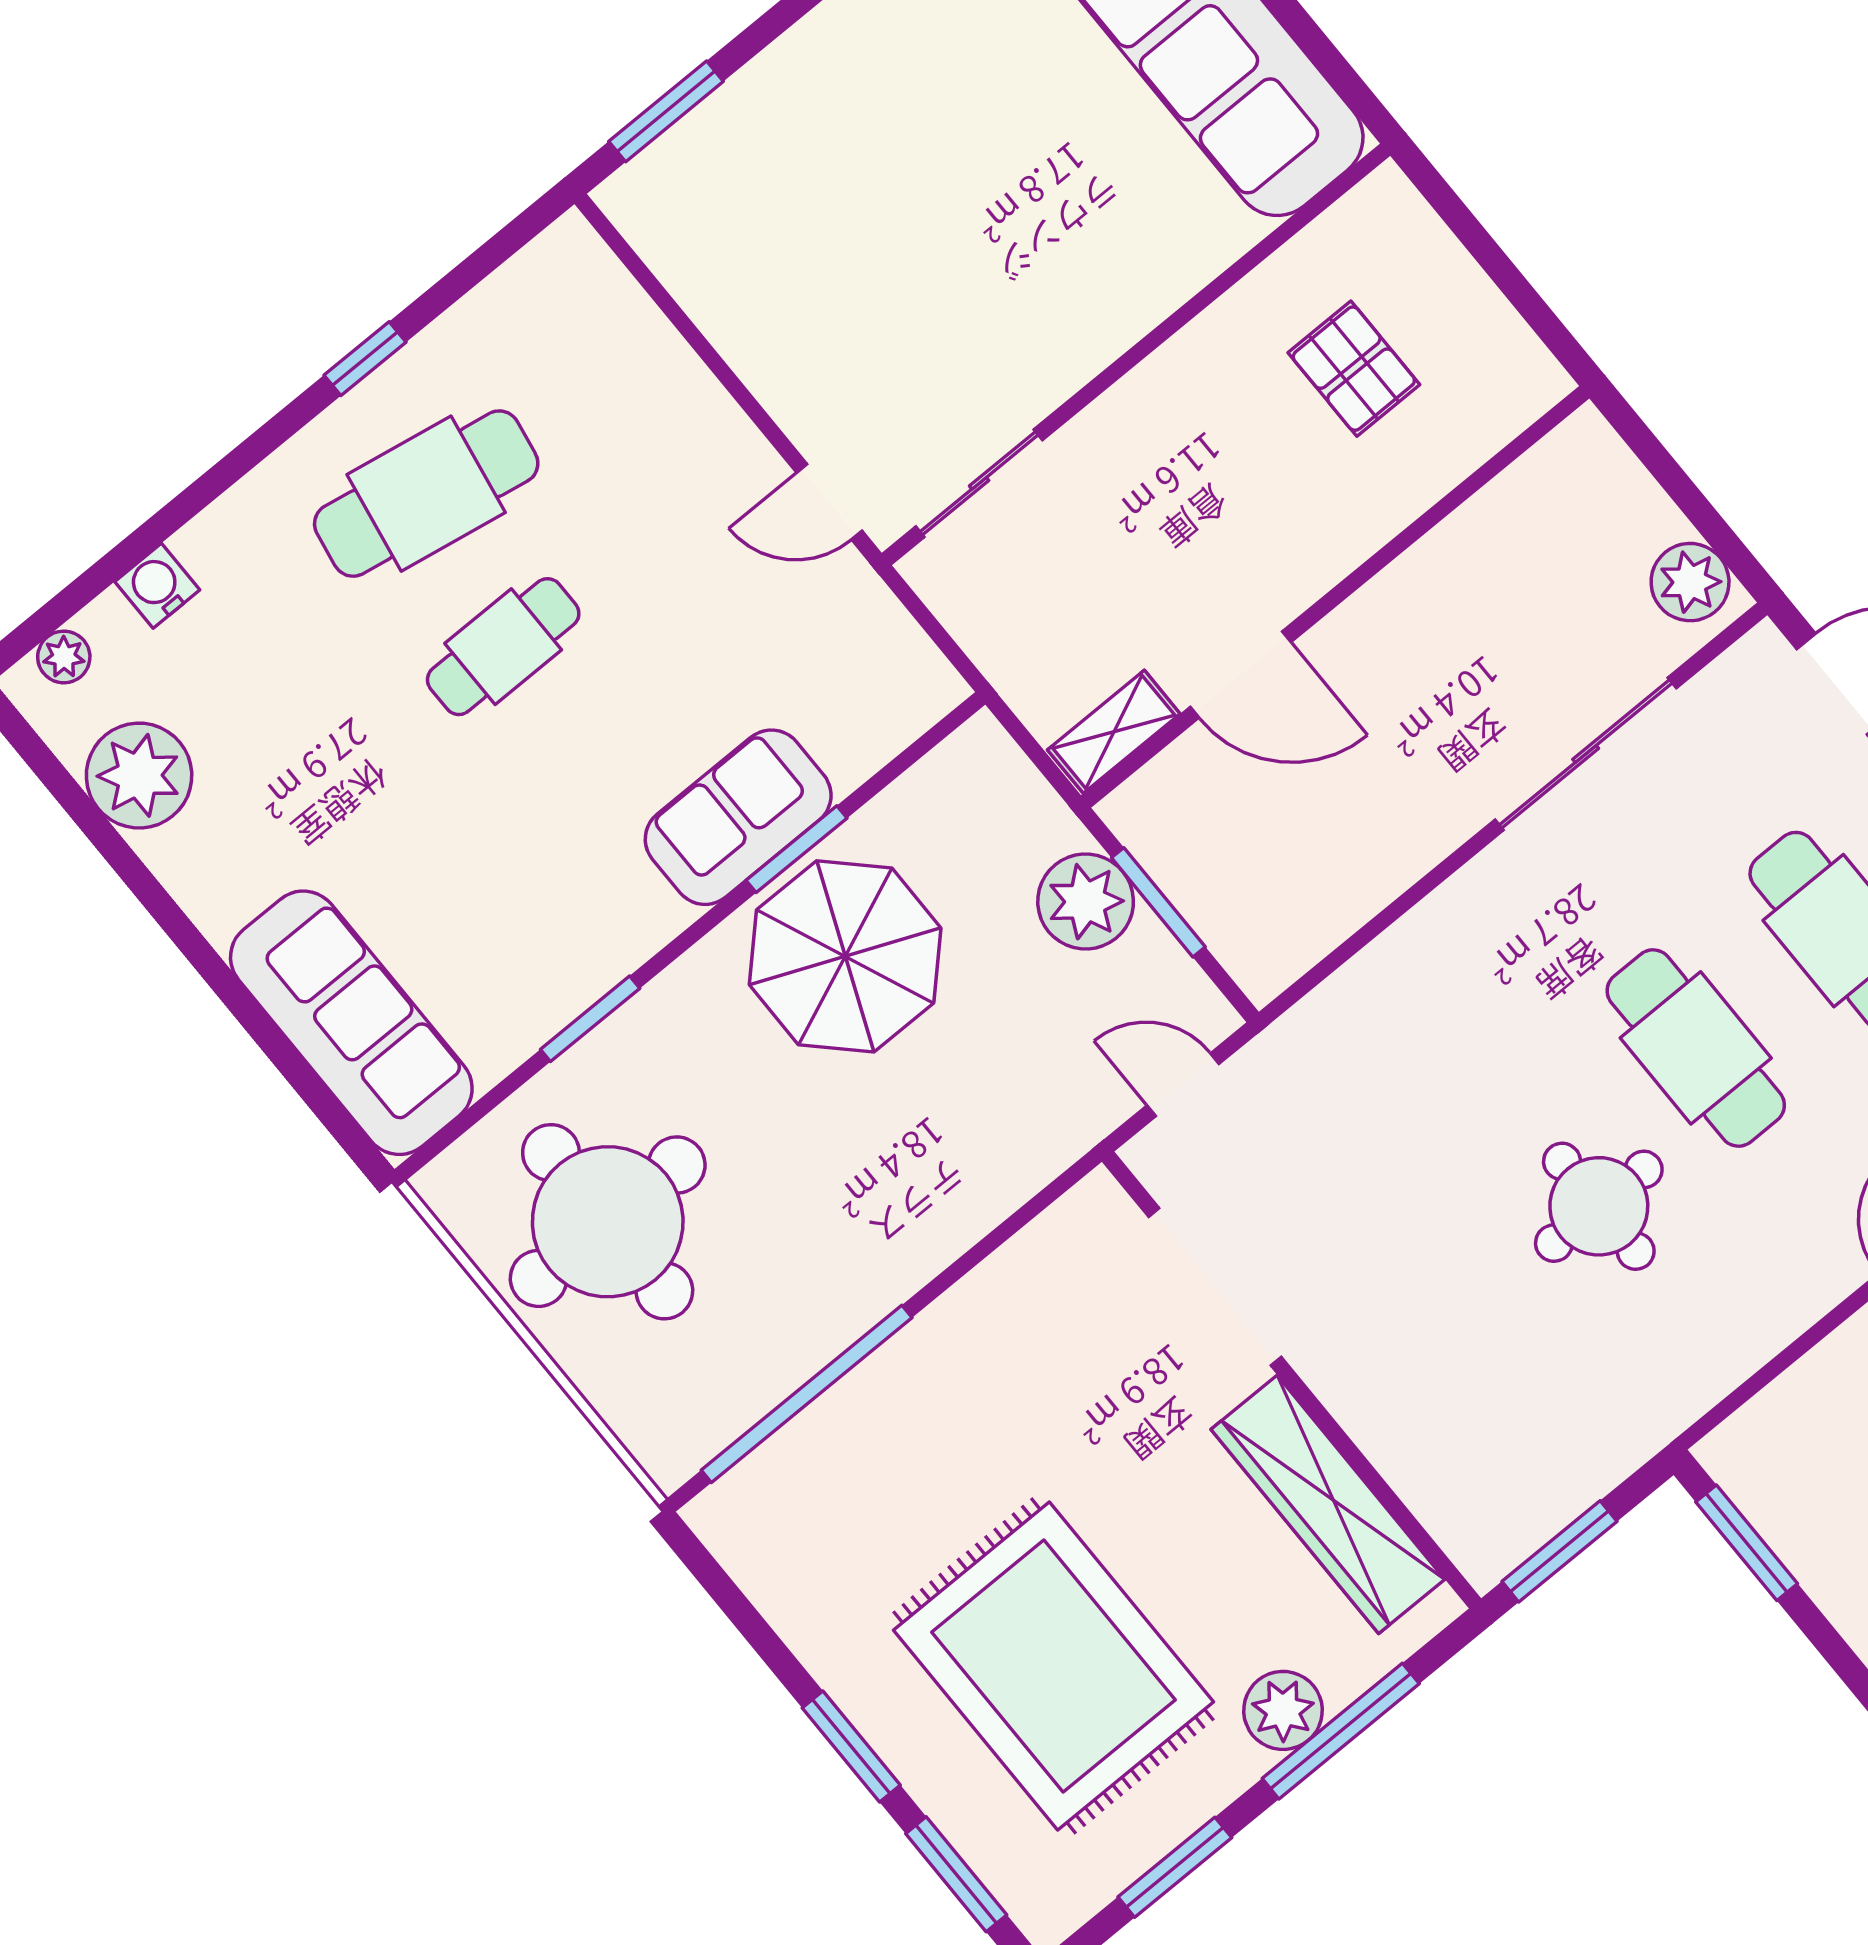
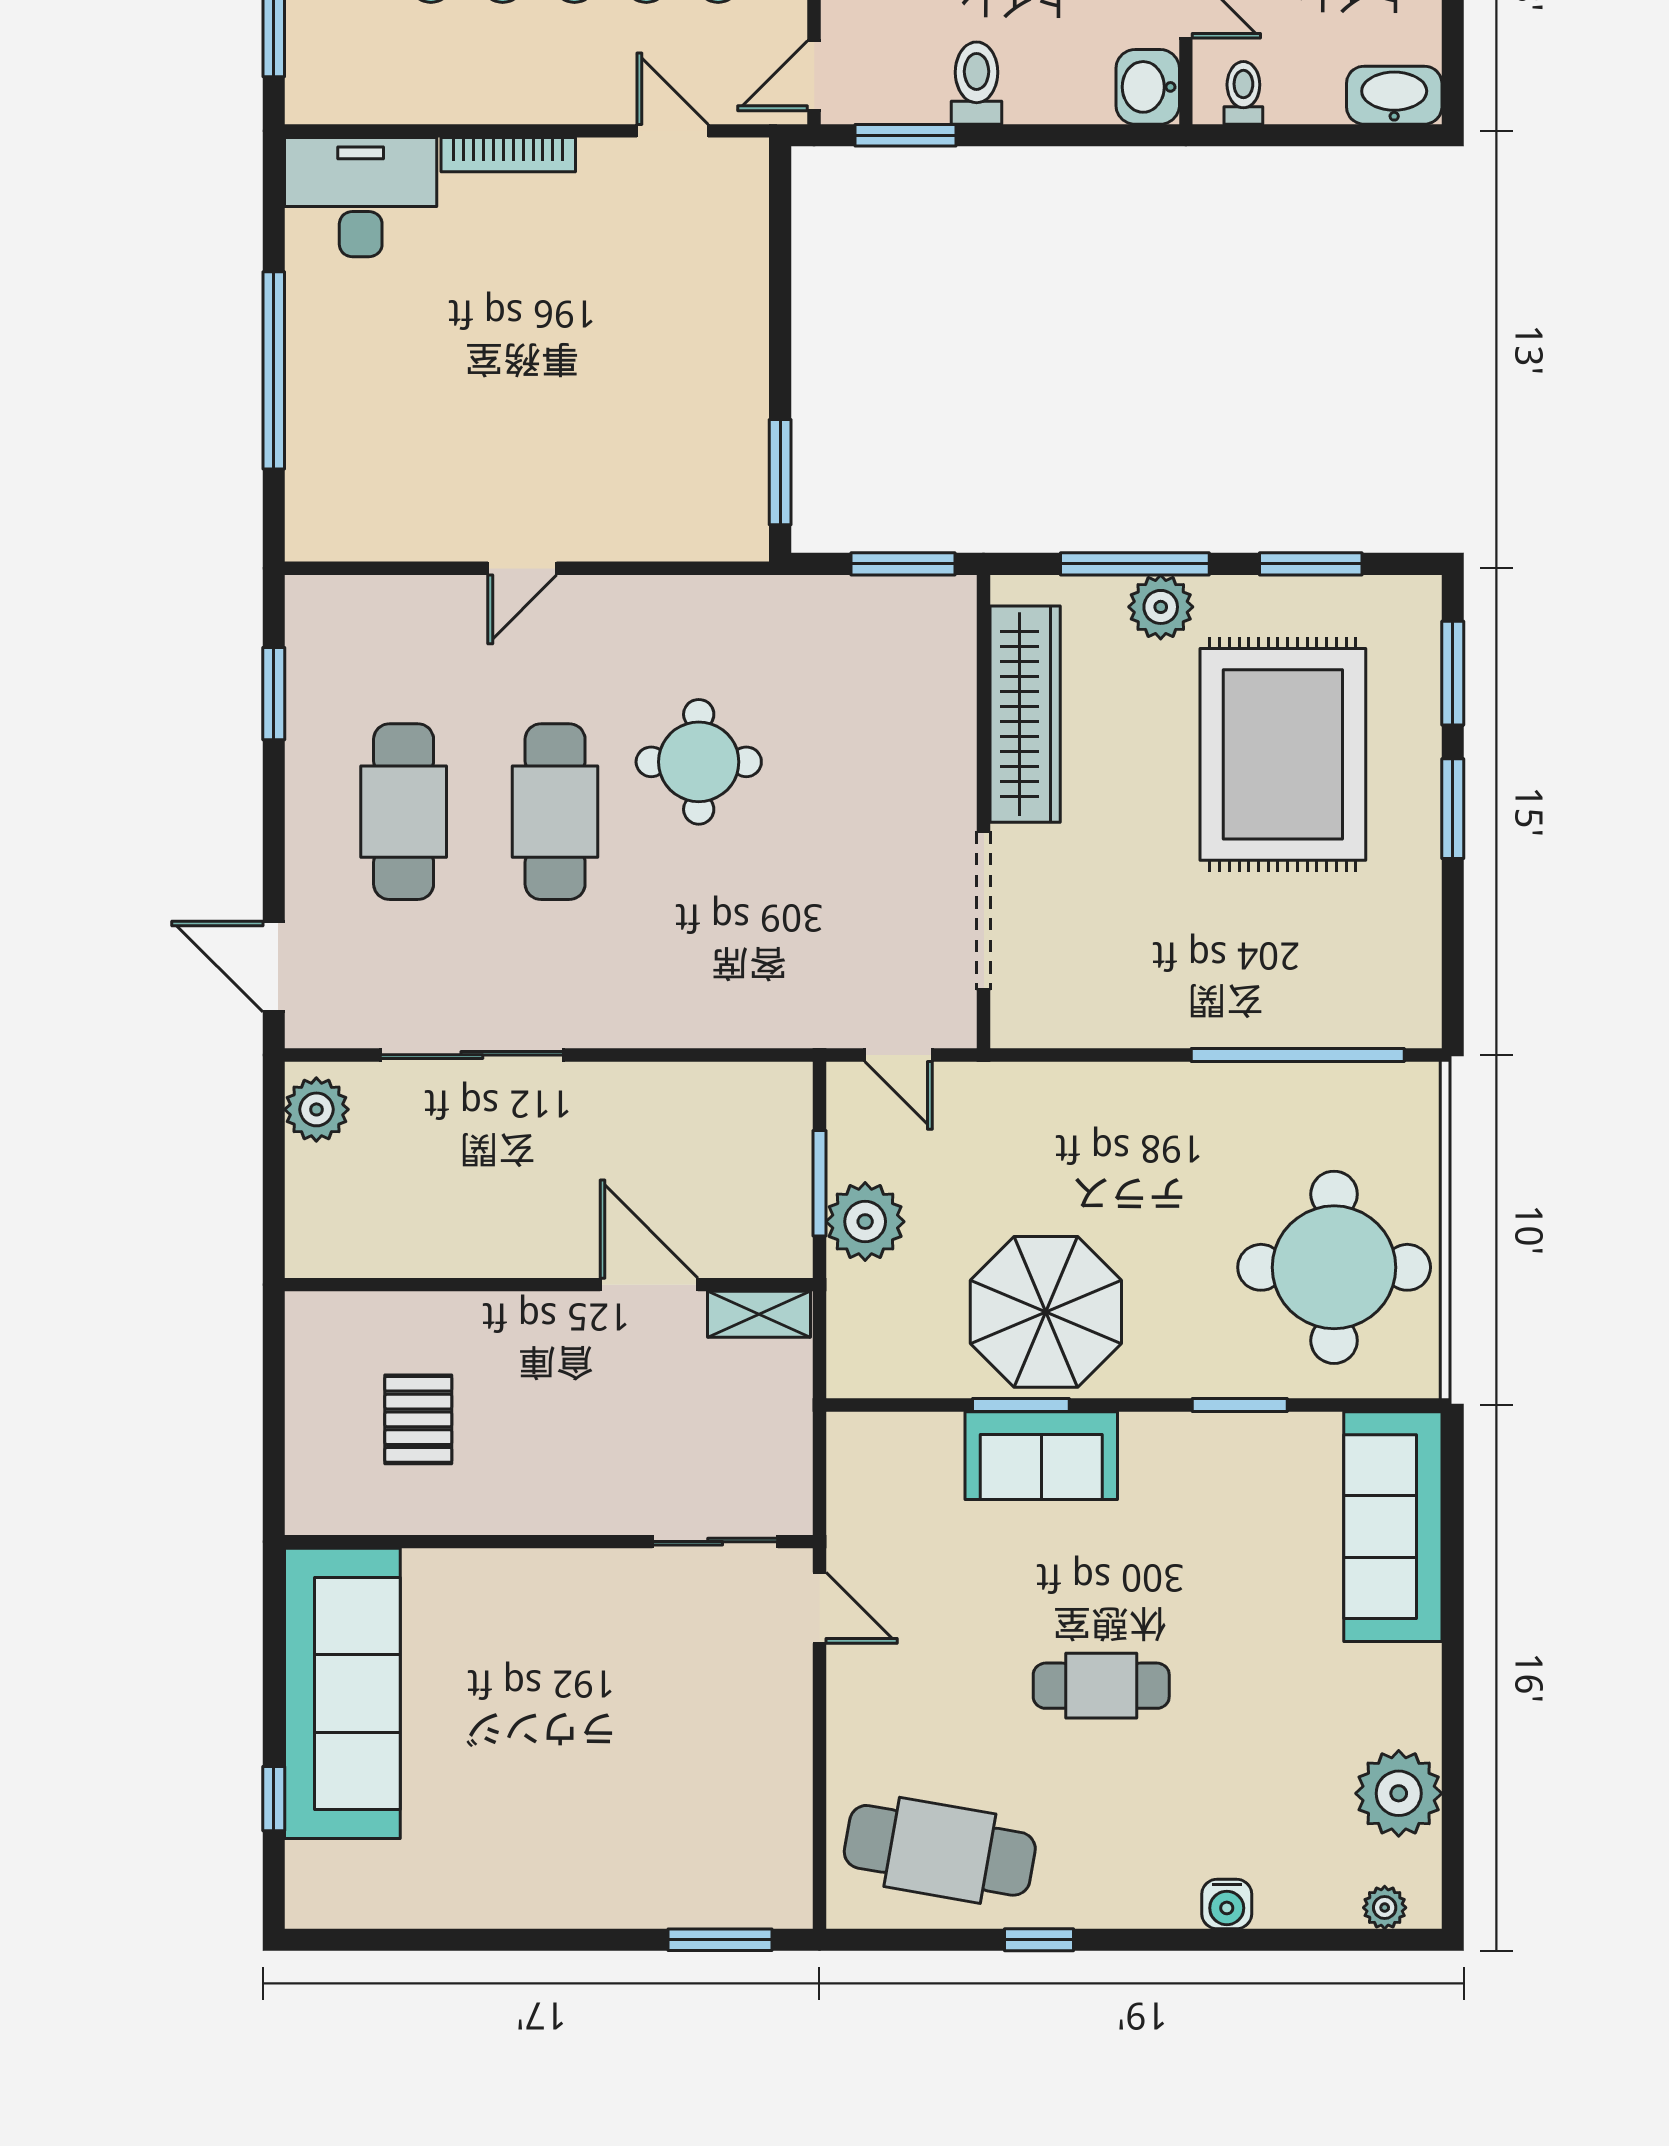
cafe table: (426, 494) -> (940, 1850), moved
water cooler: (157, 586) -> (1227, 1904), moved

